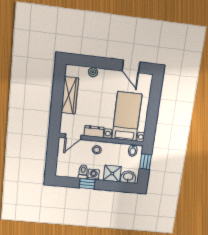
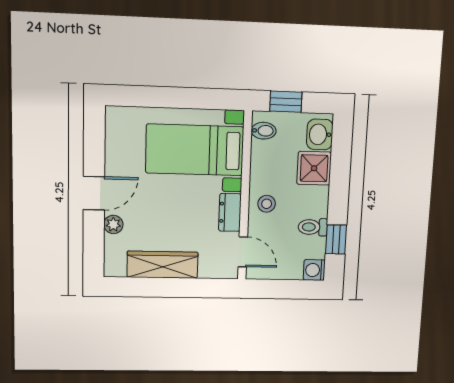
door: (131, 66) -> (94, 193), moved
washing machine: (94, 175) -> (314, 270), moved
window: (87, 184) -> (336, 239), moved

